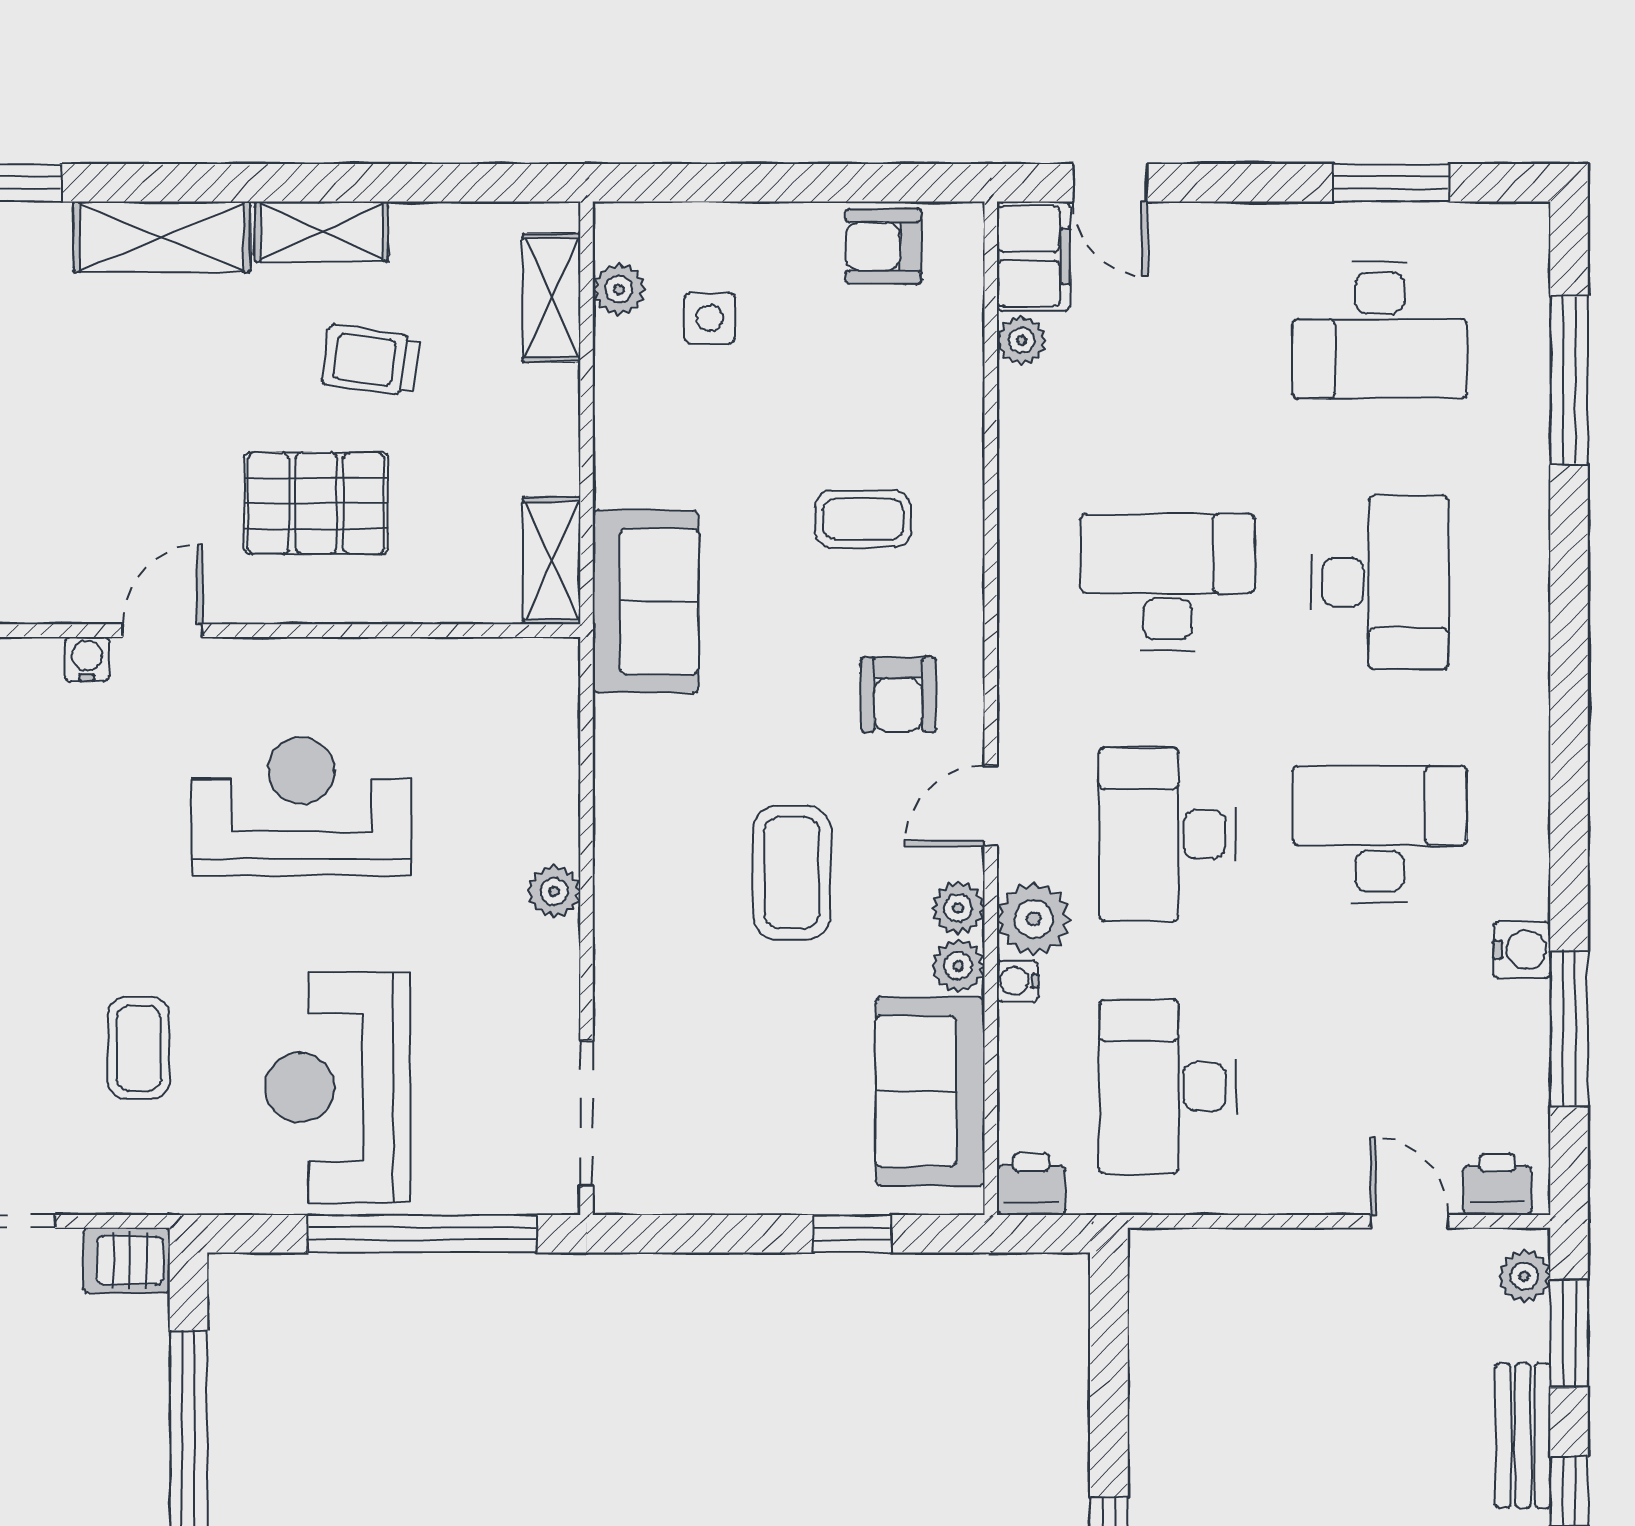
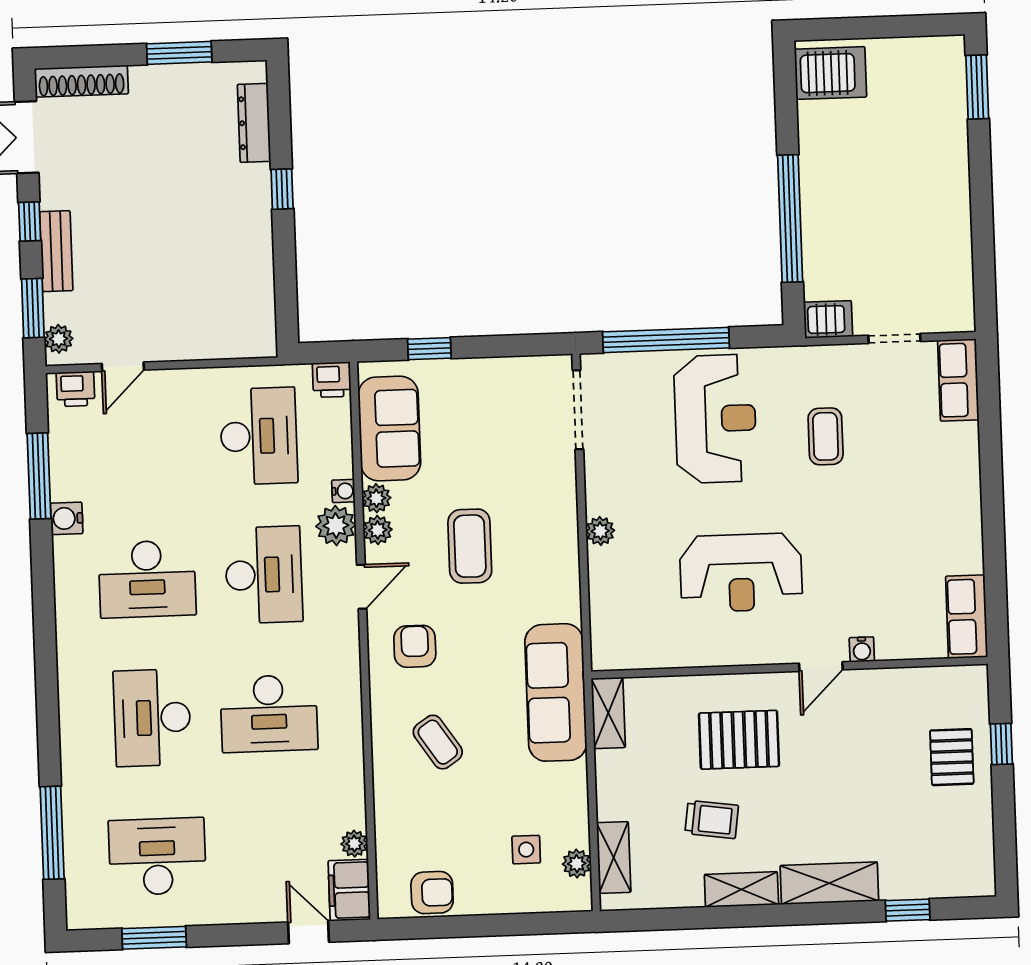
coffee table: (863, 519) -> (438, 742), turned 56
sofa: (646, 601) -> (556, 692), width x1.36
door: (1409, 1221) -> (123, 367), hinge flipped

